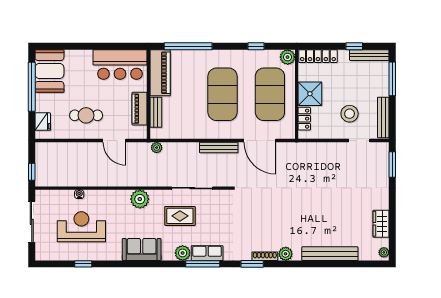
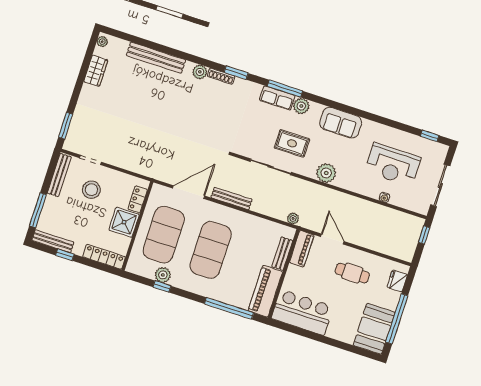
plant: (288, 57) -> (163, 275), moved
piano: (140, 109) -> (302, 249), moved
door: (260, 141) -> (189, 192), hinge flipped
window: (83, 264) -> (430, 136), moved

